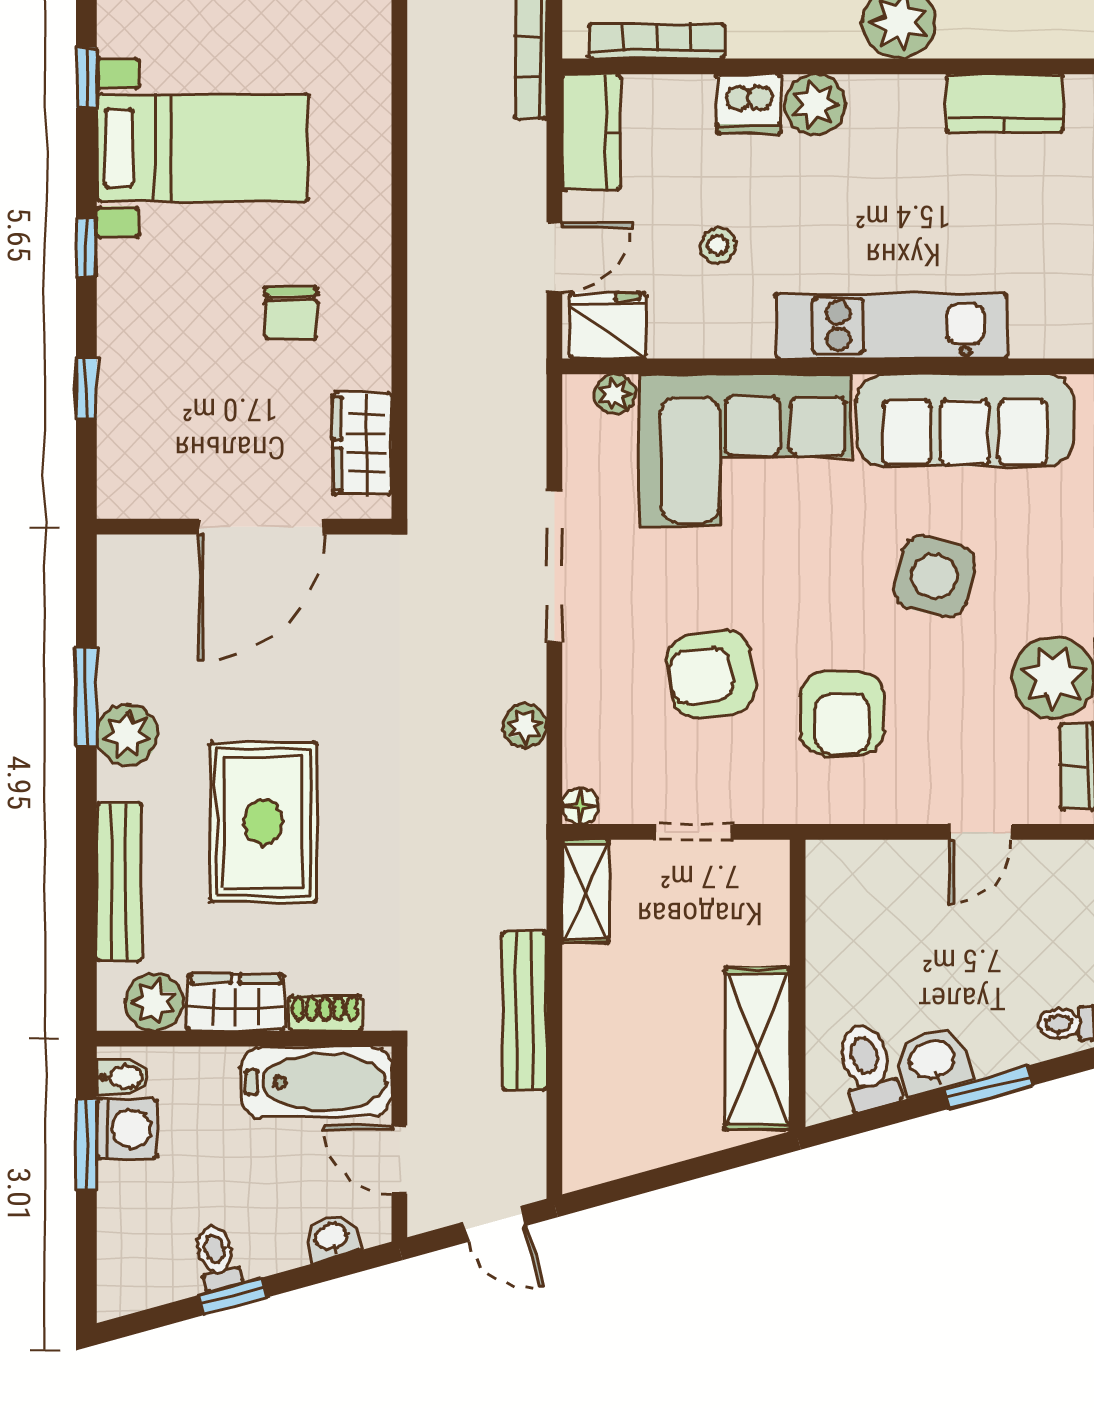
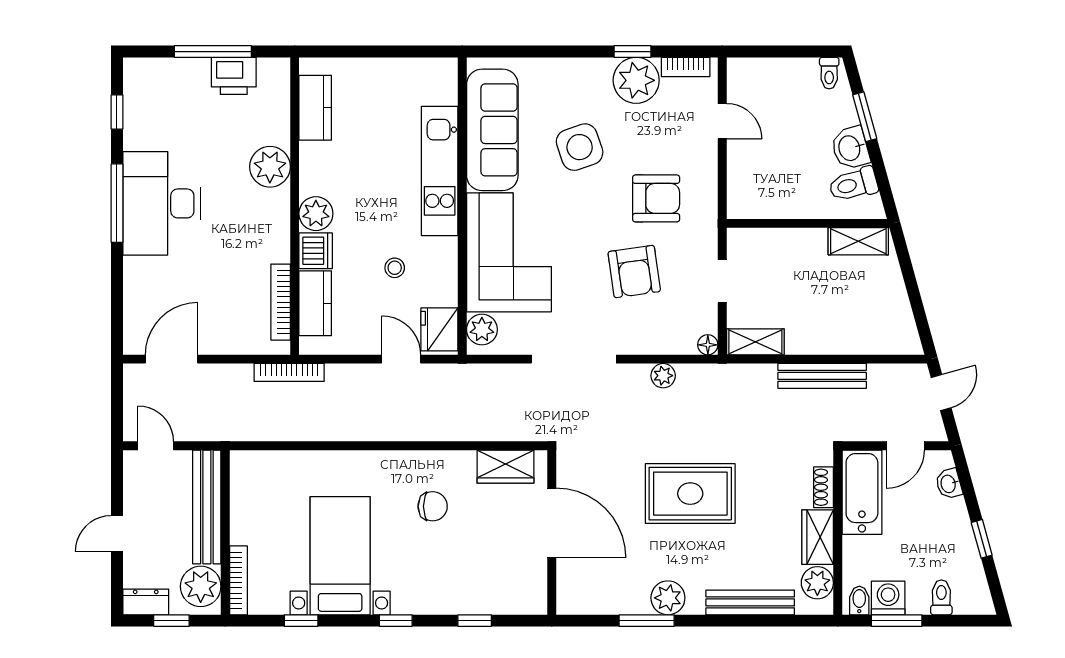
kitchen counter: (591, 132) -> (315, 303), moved, turned 90
plant: (615, 394) -> (482, 330), width x1.38, depth x1.38
side table: (934, 576) -> (580, 147), turned -33
rug: (263, 822) -> (690, 494), moved
shelving: (757, 1049) -> (858, 241), width x0.67, depth x0.75
toilet: (217, 1258) -> (941, 597), moved, turned 105

